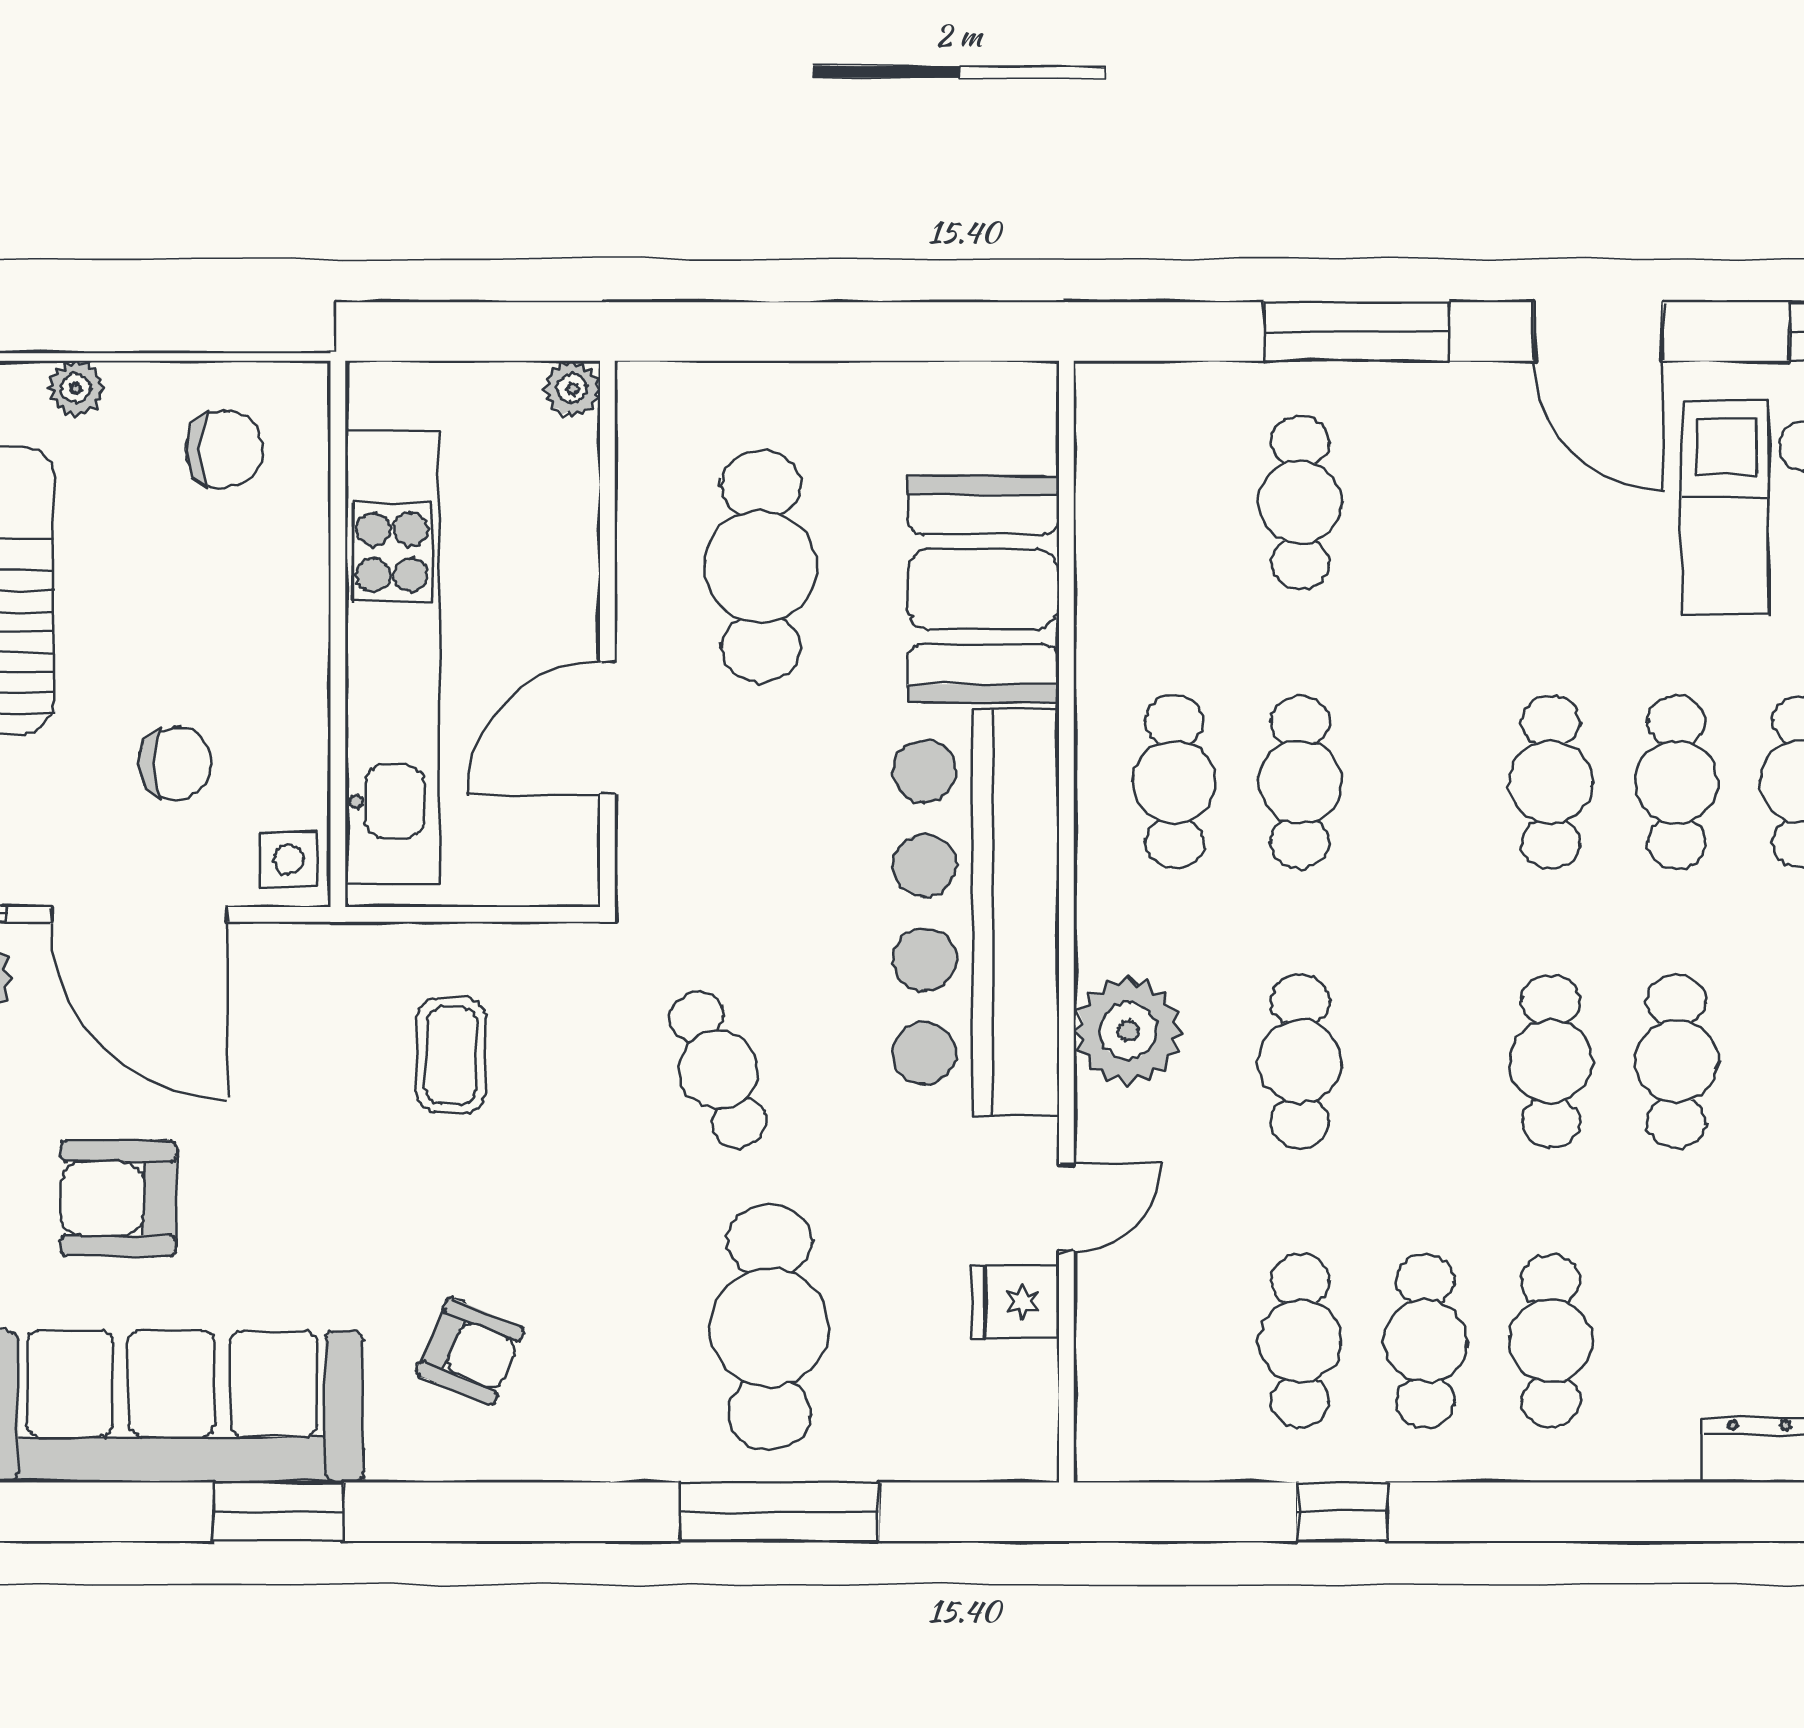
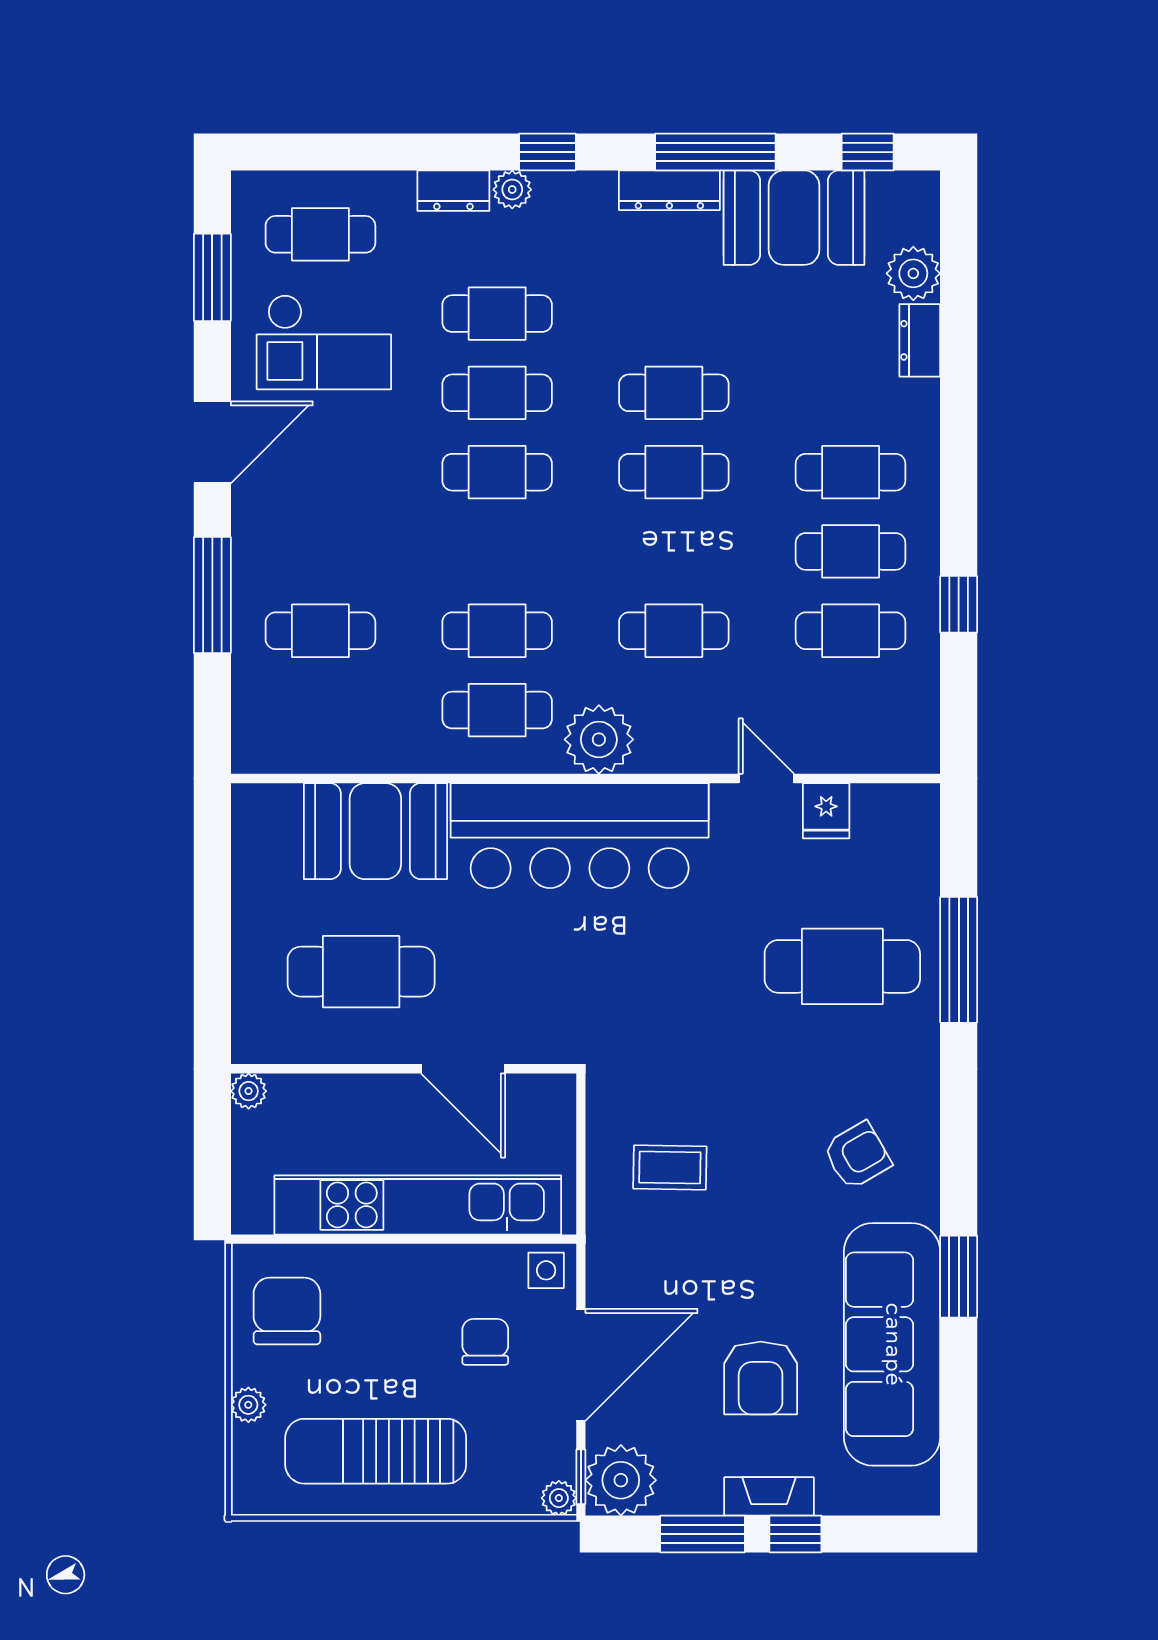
chair: (224, 449) -> (287, 1311), width x1.37, depth x1.37
plant: (1128, 1031) -> (599, 739), moved
cafe table: (718, 1070) -> (679, 999), removed
armchair: (470, 1351) -> (857, 1155), turned 37

